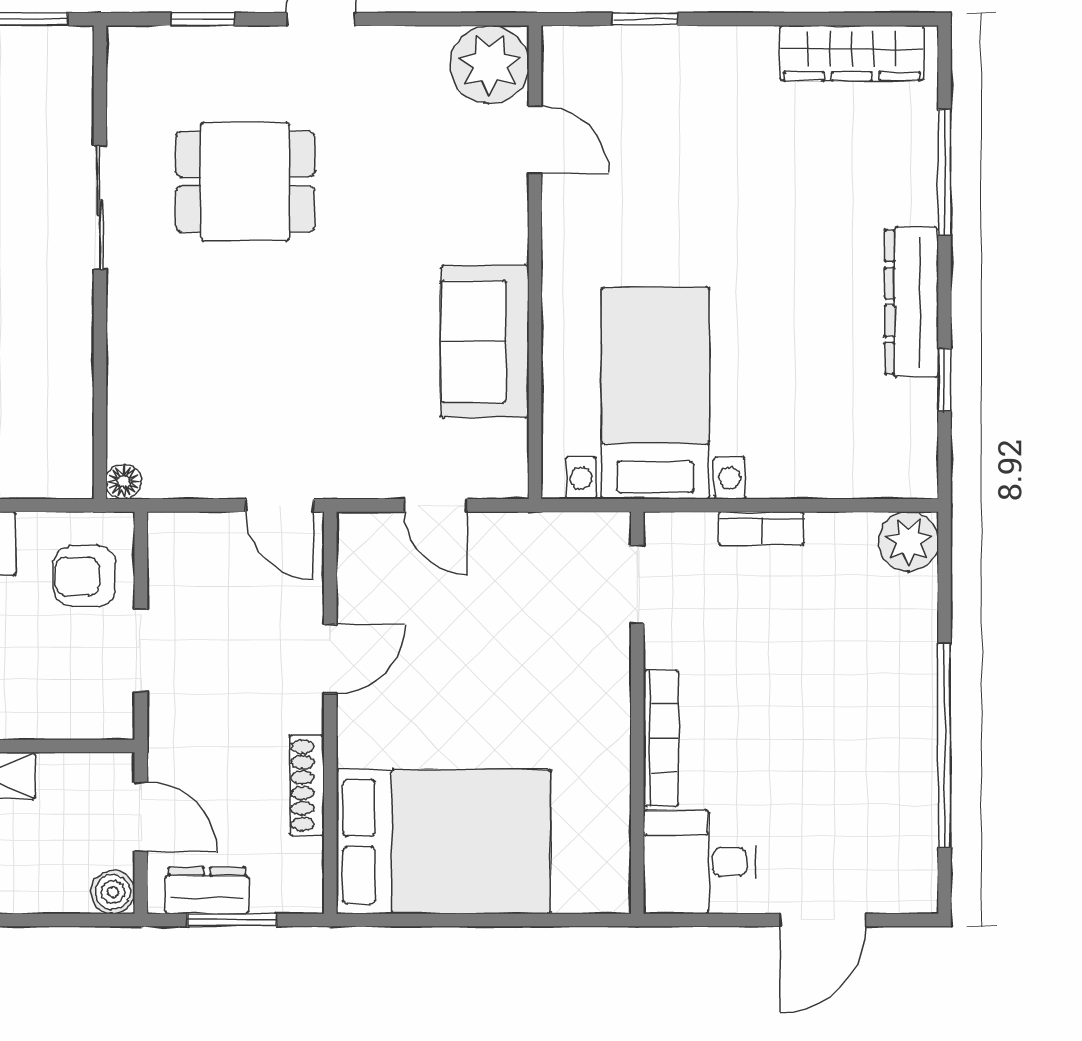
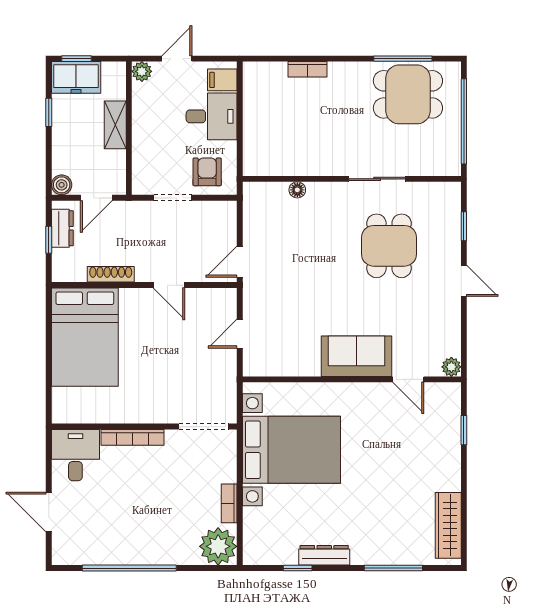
plant: (490, 65) -> (451, 367), width x0.53, depth x0.53
door: (535, 140) -> (408, 379), hinge flipped
dresser: (911, 302) -> (324, 555), width x0.73, depth x0.80
sofa: (485, 341) -> (357, 356), moved
bed with nightstands: (655, 393) -> (291, 450), width x1.36
floor lamp: (124, 482) -> (297, 190), moved
bookcase: (761, 528) -> (229, 503), moved
plant: (908, 541) -> (218, 546), width x1.36, depth x1.36
doorway: (637, 584) -> (203, 427), width x1.38
window: (232, 920) -> (49, 240), width x0.67

